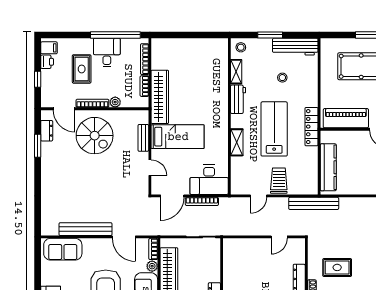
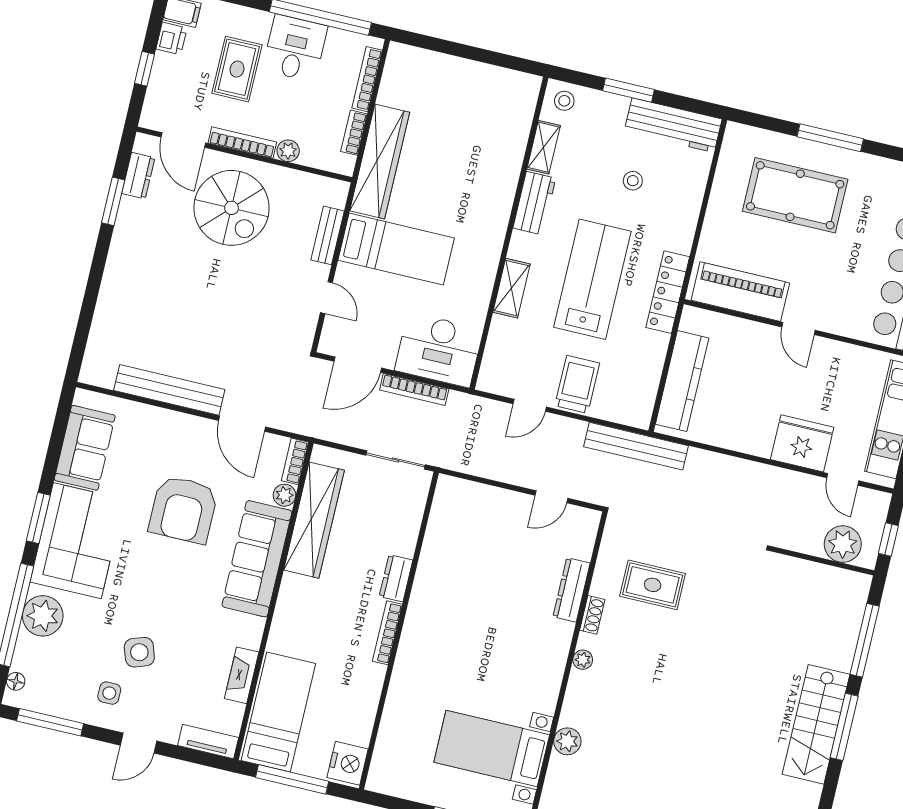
sofa: (63, 249) -> (85, 448), moved, turned -90

